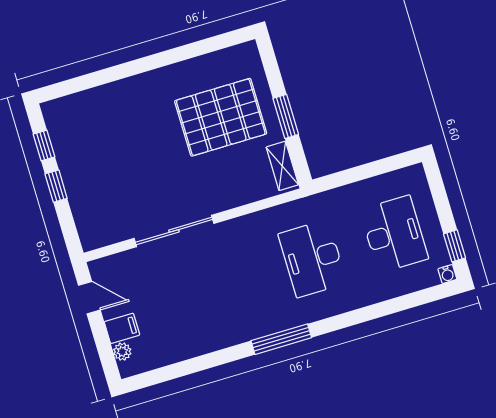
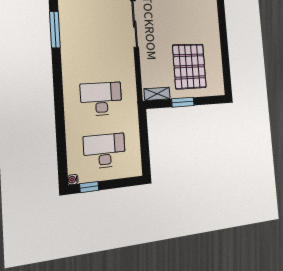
desk: (394, 234) -> (105, 151), turned 180
window: (281, 339) -> (55, 30), moved

